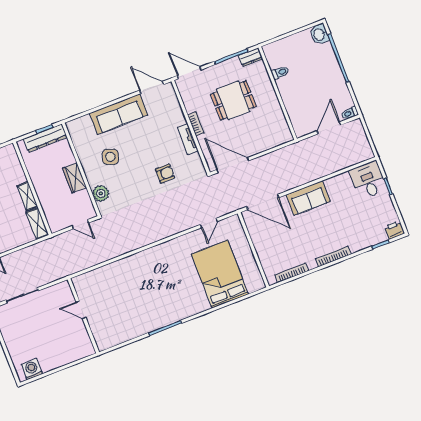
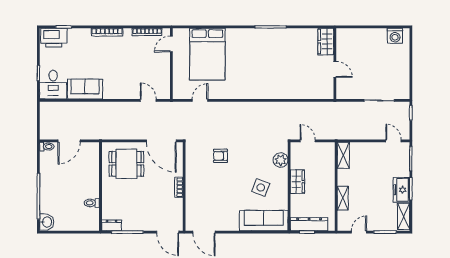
dining table: (233, 100) -> (126, 164), moved
sofa: (119, 114) -> (264, 221), moved
tv unit: (188, 139) -> (190, 177), removed
shelving: (27, 196) -> (343, 198), moved
sofa: (308, 198) -> (85, 89), moved
door: (263, 202) -> (148, 100), width x0.53
printer: (394, 230) -> (54, 38), width x1.87, depth x1.48
door: (261, 270) -> (171, 44), added
wardrobe: (102, 335) -> (326, 42), added

